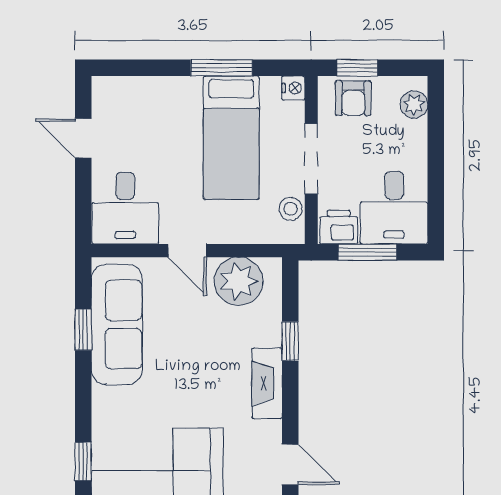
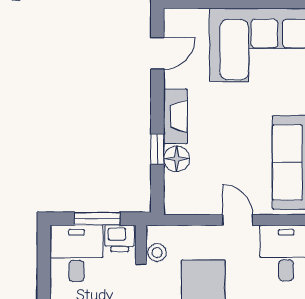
plant: (239, 281) -> (198, 196), removed
floor lamp: (266, 329) -> (177, 159), added
door: (290, 464) -> (157, 53), swing flipped

